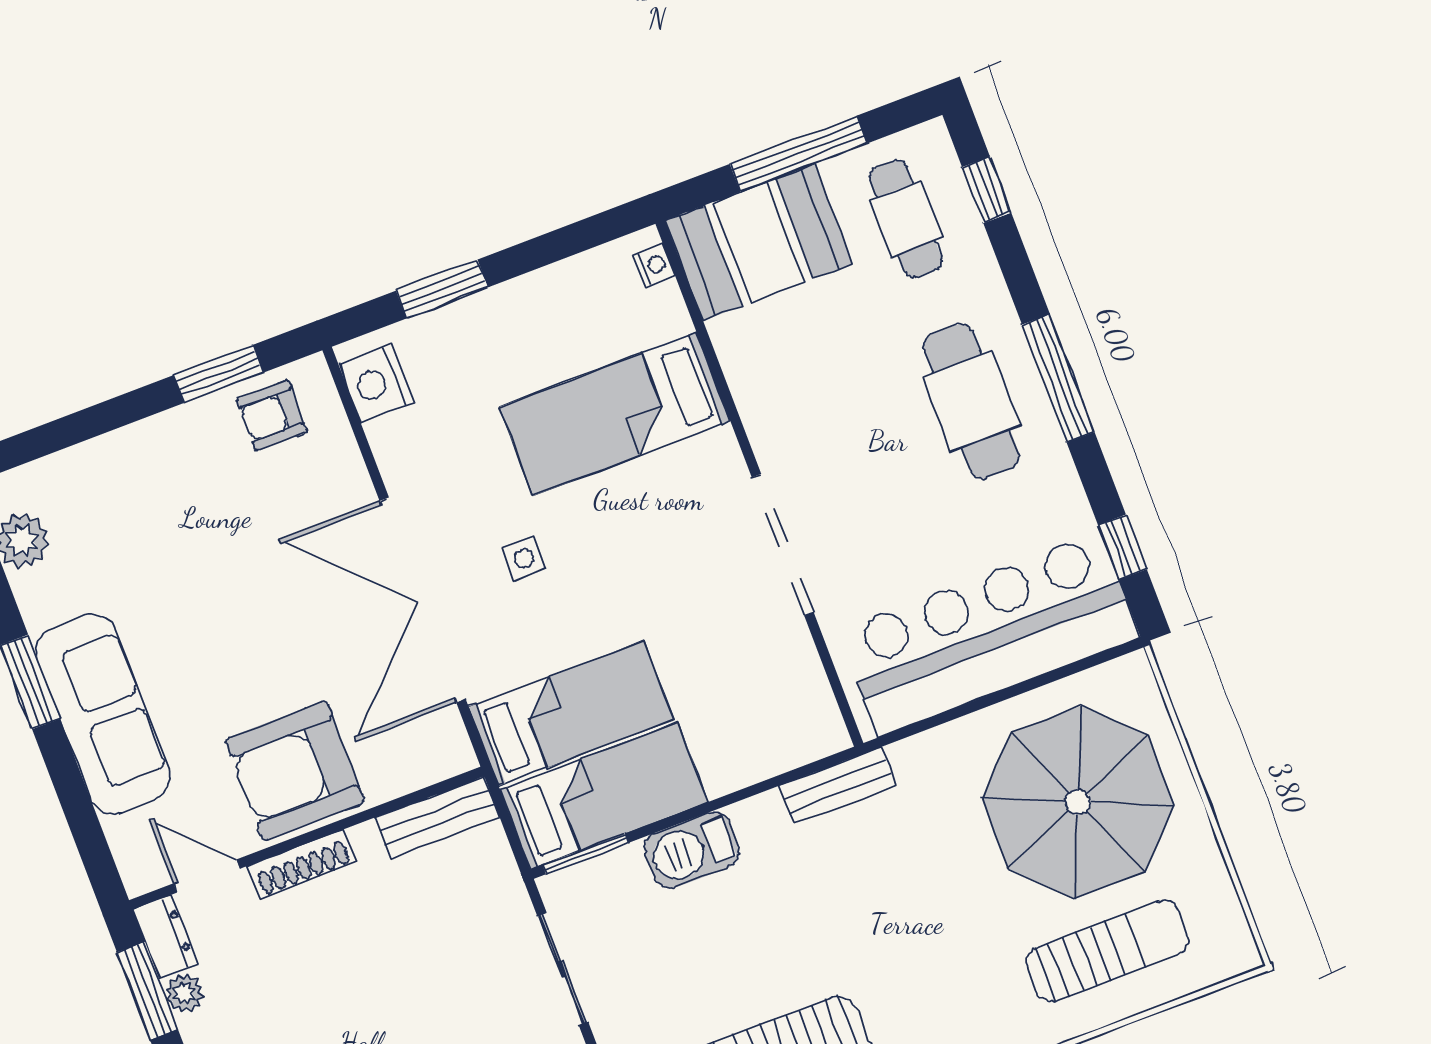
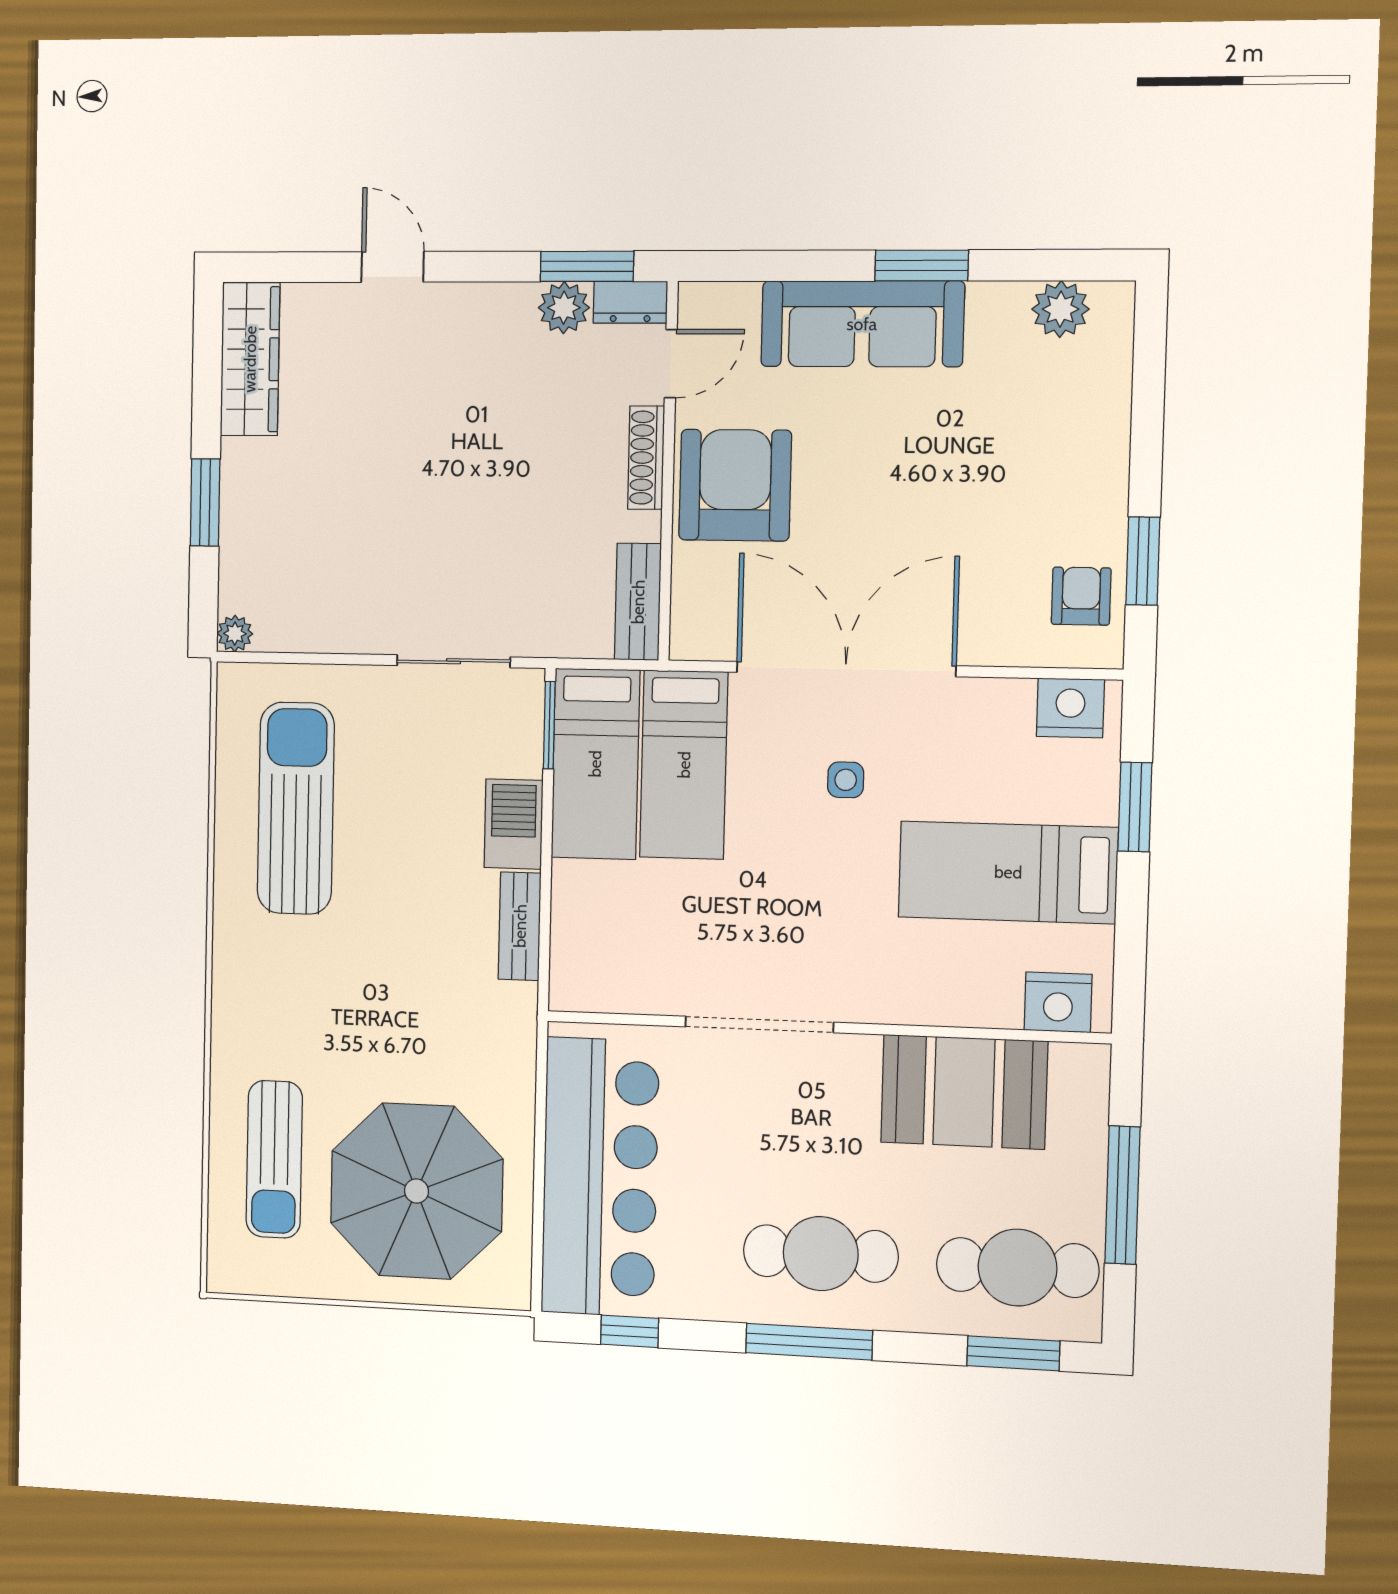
window: (987, 190) -> (1013, 1353), width x1.50
cafe table: (906, 219) -> (1018, 1268), width x1.37, depth x1.35
booth: (759, 242) -> (964, 1092), moved, turned 90
nightstand: (654, 265) -> (1058, 1002), width x1.89, depth x1.79
bed: (615, 414) -> (1008, 872), moved, turned -90
bench: (838, 786) -> (520, 926), moved
plant: (184, 993) -> (564, 308), width x1.38, depth x1.38

